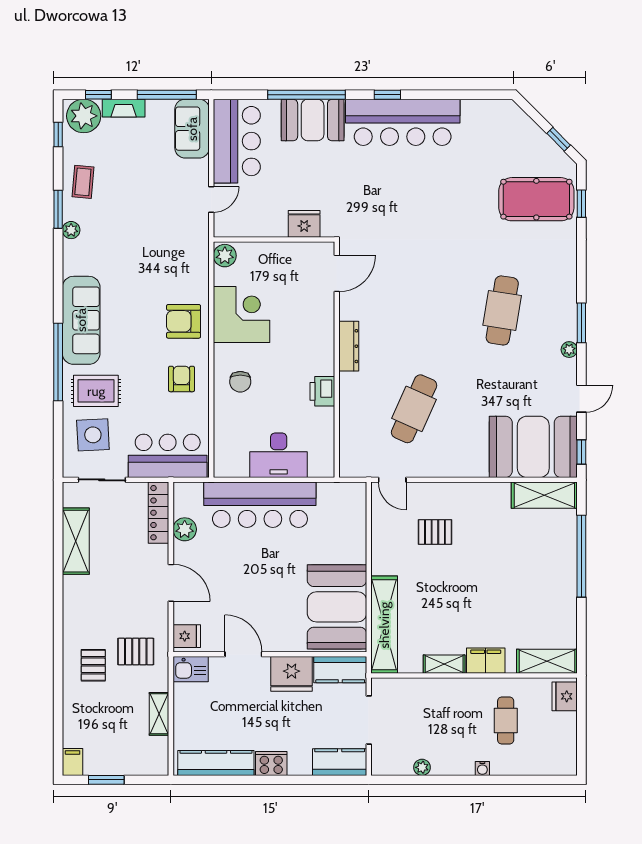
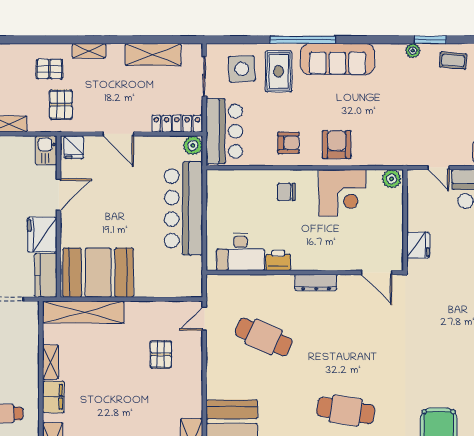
desk: (279, 455) -> (240, 252), moved, turned -90
plant: (185, 529) -> (193, 145), moved
door: (171, 583) -> (118, 134), hinge flipped
shelving: (71, 618) -> (89, 51), added

